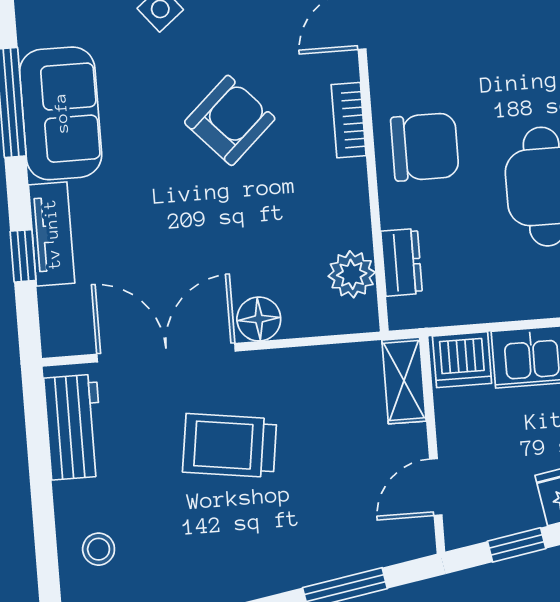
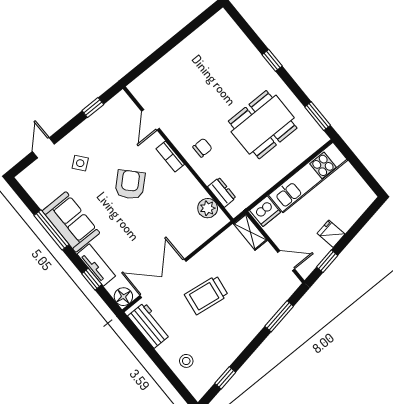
chair: (425, 147) -> (202, 148), width x0.54, depth x0.54
floor lamp: (259, 319) -> (123, 297), moved
door: (436, 487) -> (286, 261), swing flipped

